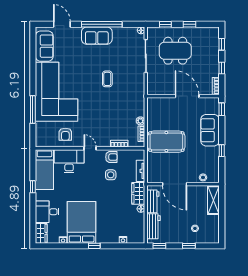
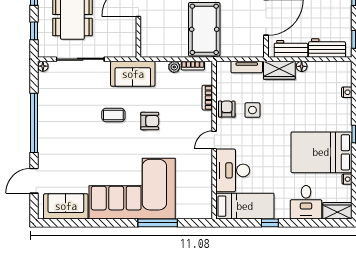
sofa: (97, 36) -> (133, 74), moved, turned 90
armchair: (65, 134) -> (150, 121), moved

